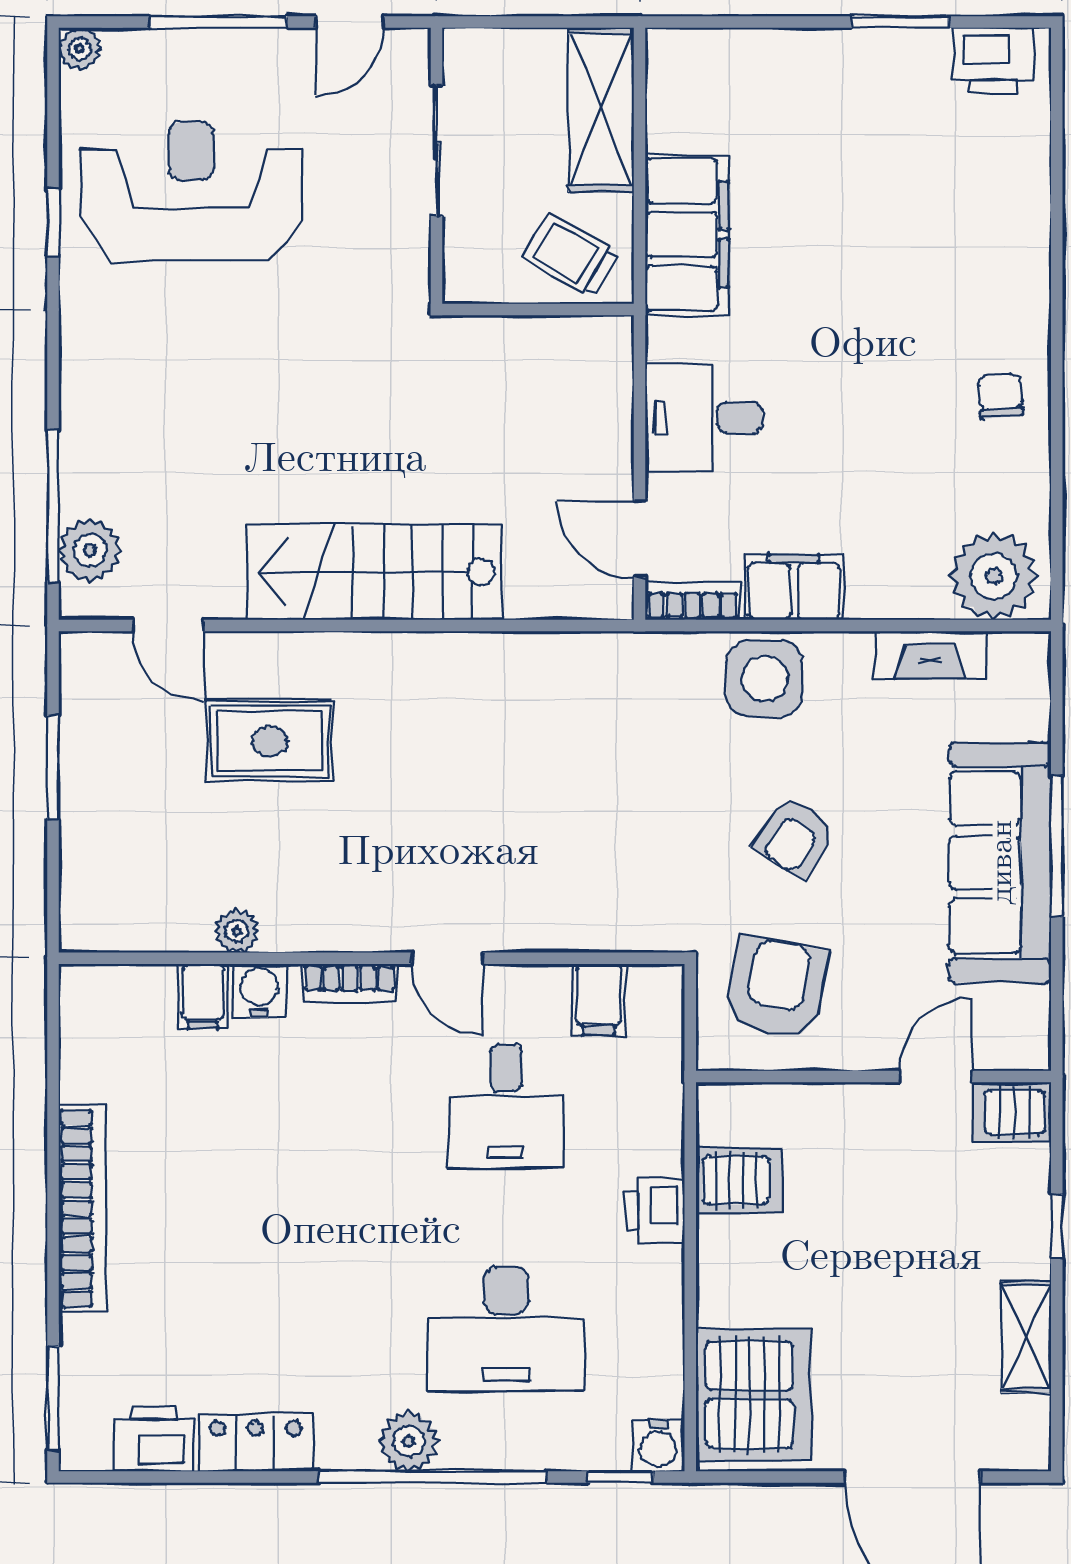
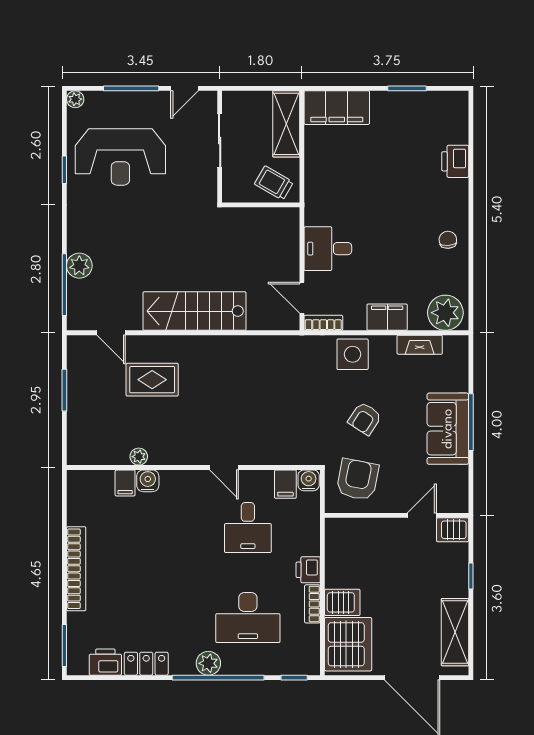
printer: (993, 61) -> (455, 161), moved, turned 90
reception desk: (191, 191) -> (120, 157), turned 180
filing cabinet: (687, 234) -> (337, 108), moved, turned 90
plant: (90, 550) -> (79, 266), moved
filing cabinet: (794, 587) -> (387, 317), moved
sofa: (1000, 862) -> (448, 429), width x0.73
bookcase: (349, 983) -> (312, 604), moved, turned 90
server rack: (739, 1180) -> (342, 602), moved
shelving: (1026, 1337) -> (455, 632), width x1.50, depth x1.33
water cooler: (658, 1445) -> (309, 480), moved, turned 180

